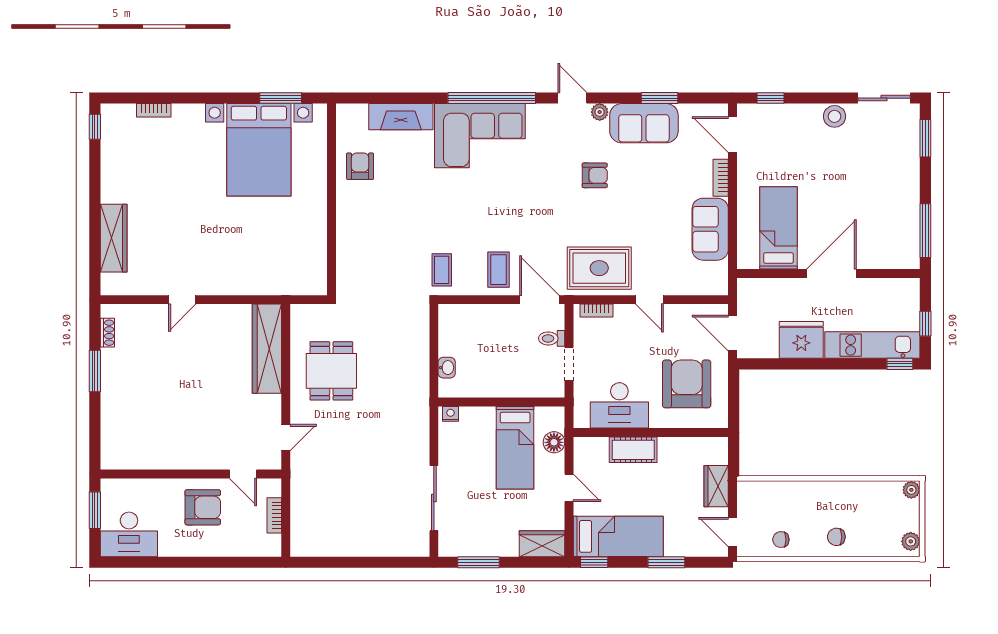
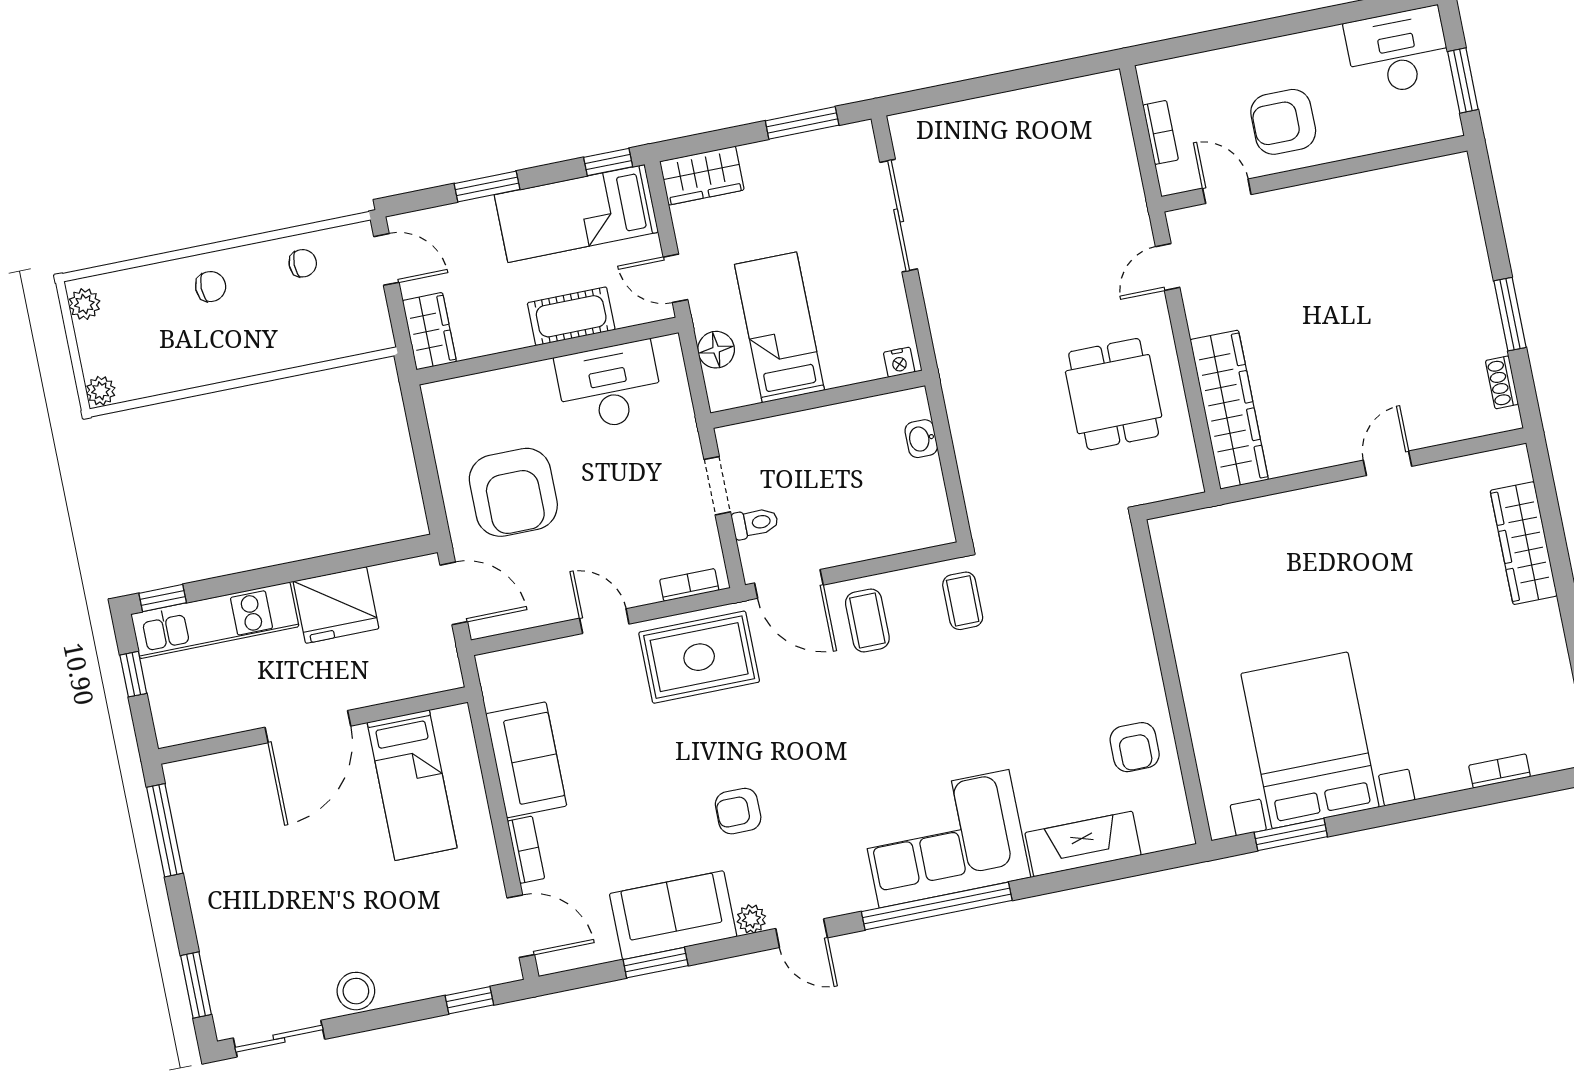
desk: (619, 405) -> (609, 386), moved
wall: (651, 433) -> (547, 351), moved
cot: (633, 450) -> (571, 316), moved

